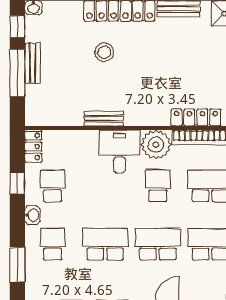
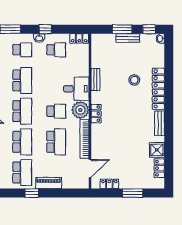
window: (17, 73) -> (122, 29), width x0.69
locker: (196, 118) -> (96, 114), moved, width x0.66
window: (17, 183) -> (45, 29), moved

